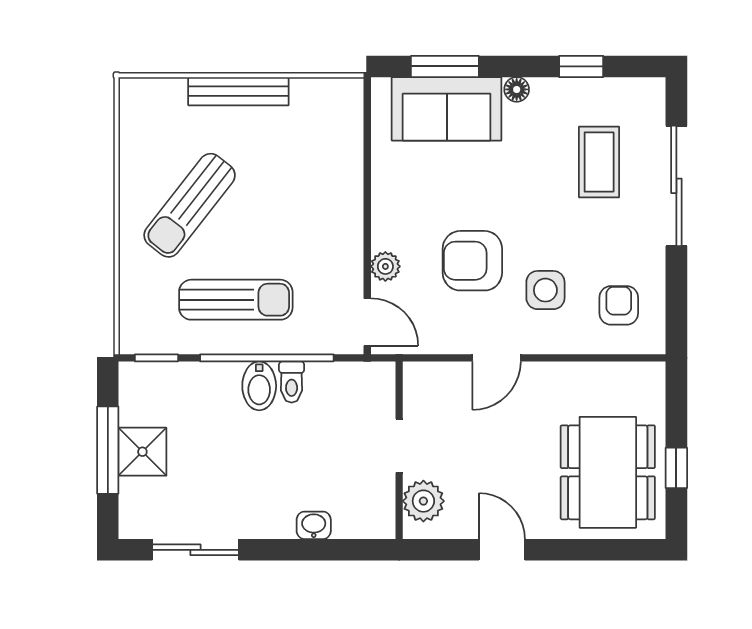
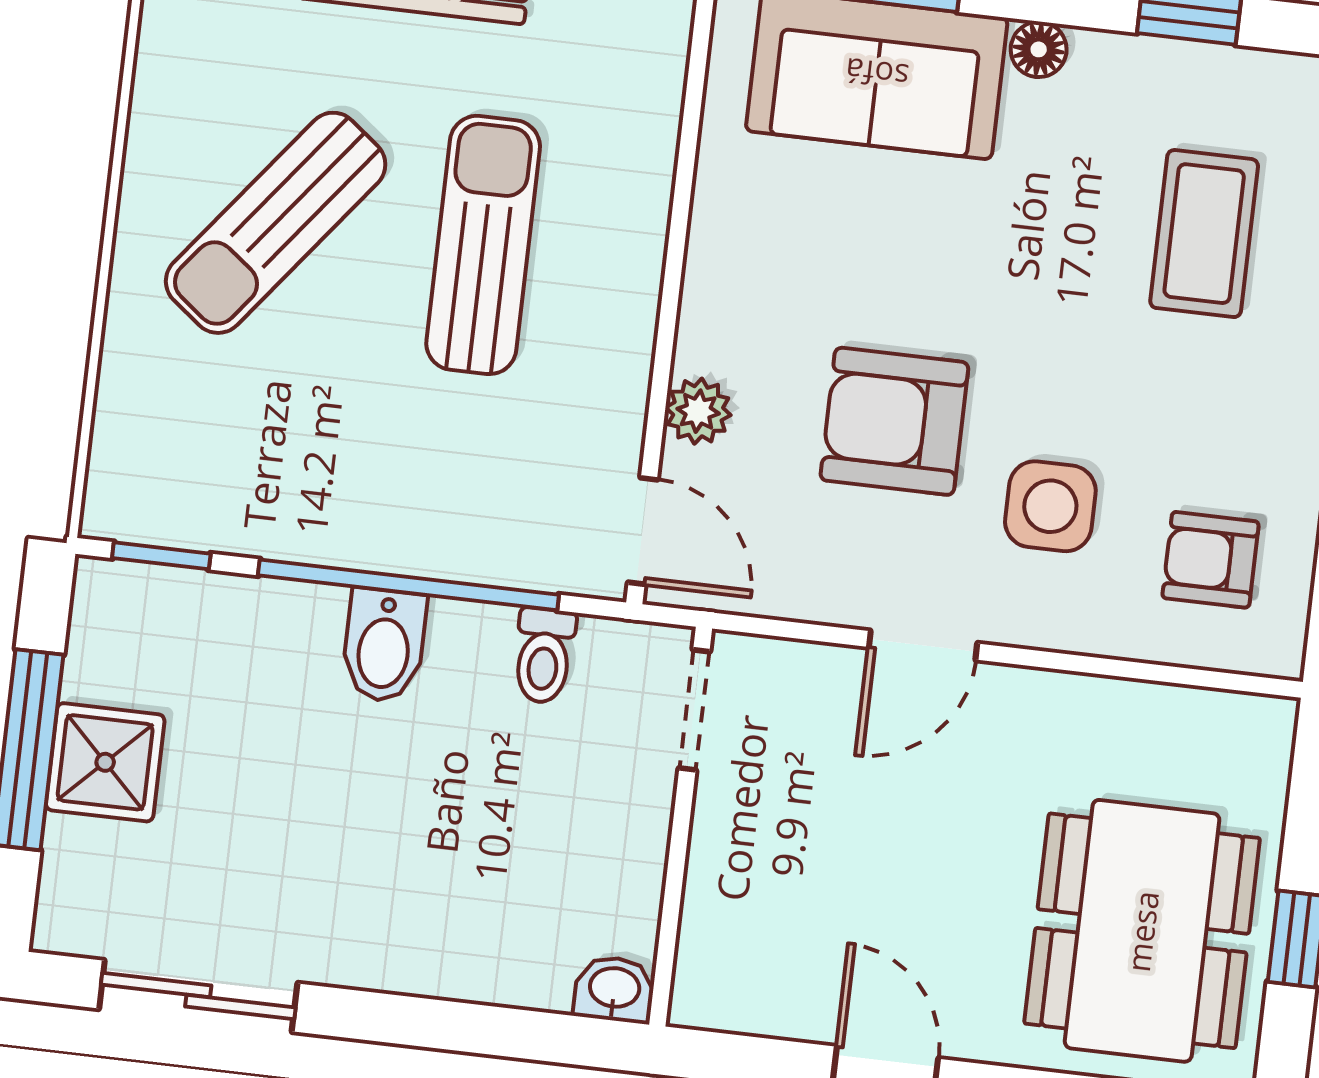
sun lounger: (236, 300) -> (483, 245), moved, turned -90
armchair: (619, 305) -> (1211, 560), turned -90
toilet: (292, 382) -> (544, 656), moved
doorway: (399, 446) -> (694, 710), moved
plant: (423, 501) -> (722, 947), removed
washbasin: (314, 525) -> (614, 989), moved

